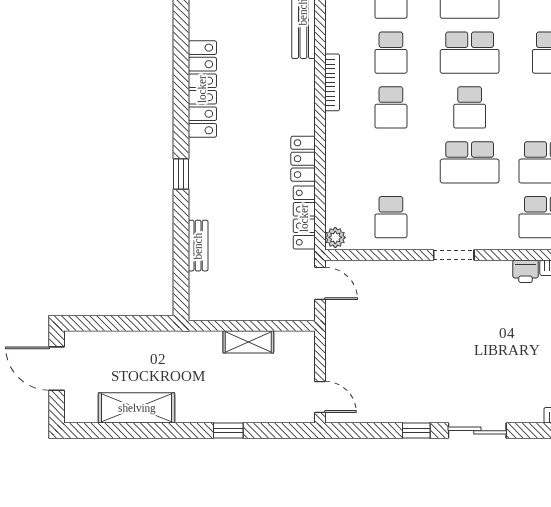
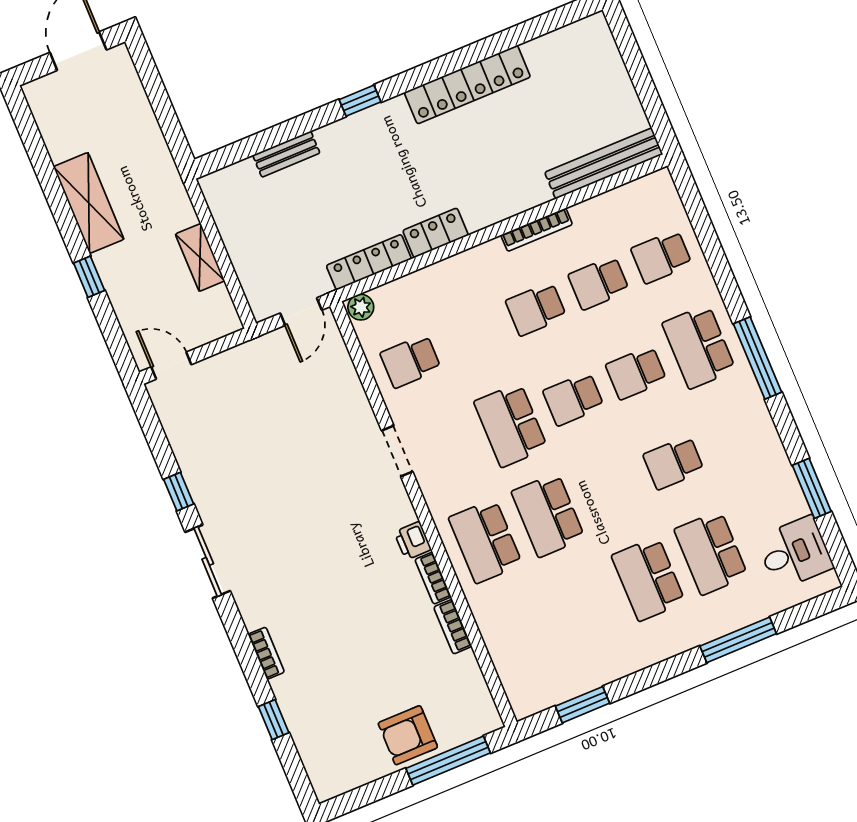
school desk: (470, 53) -> (636, 373), width x0.54
door: (320, 397) -> (171, 366), swing flipped
shelving: (137, 408) -> (89, 203), moved

